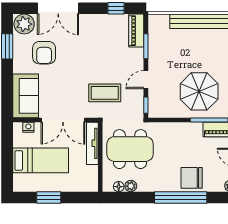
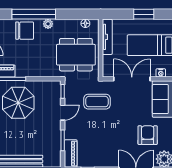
tv unit: (92, 143) -> (107, 37), moved
plant: (131, 186) -> (48, 24), moved

